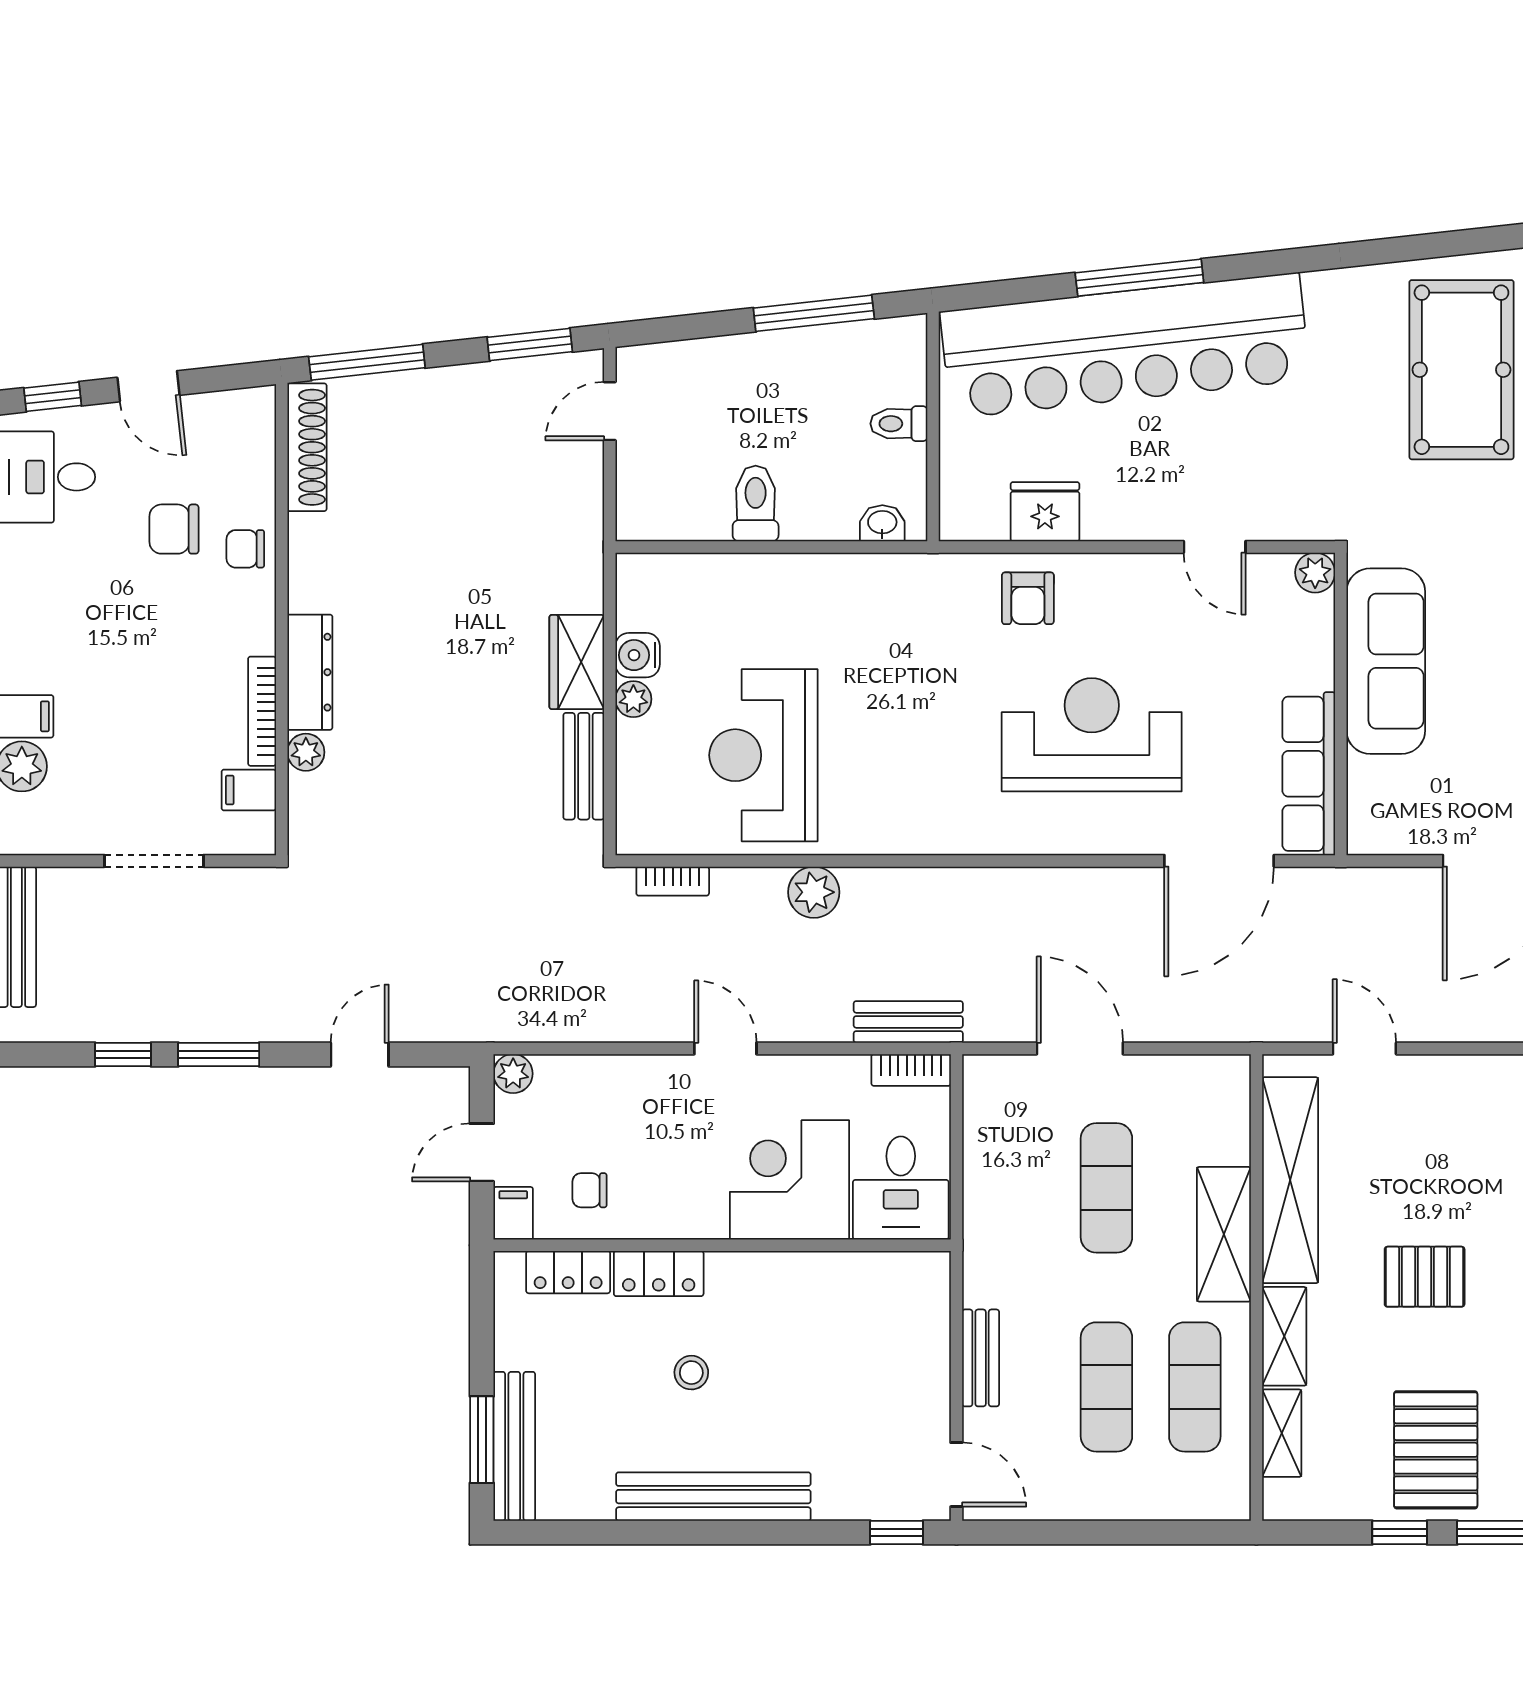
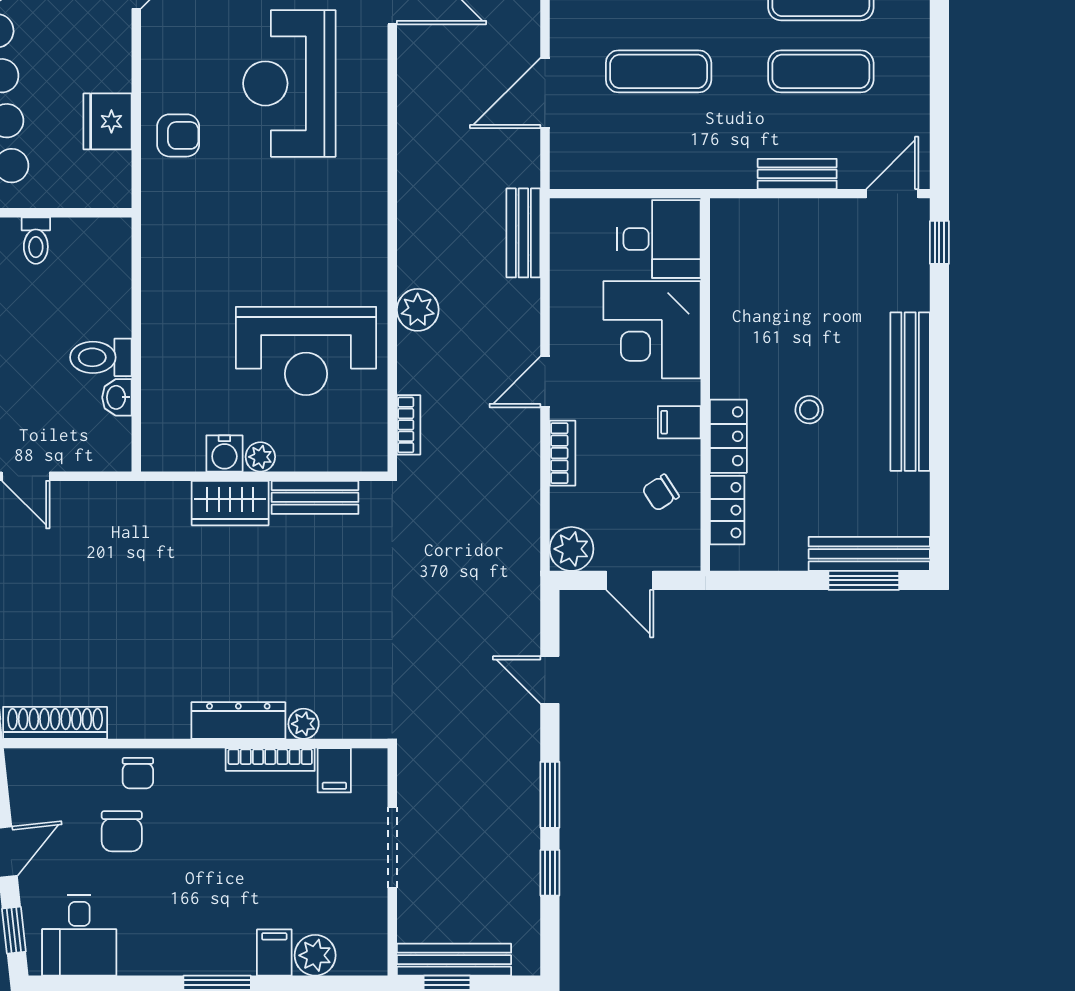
washbasin: (882, 523) -> (117, 397), moved
bookcase: (911, 1070) -> (562, 453), moved
plant: (513, 1074) -> (571, 549), width x1.38, depth x1.38
chair: (589, 1190) -> (661, 493), turned 57
filing cabinet: (513, 1213) -> (679, 422), moved

